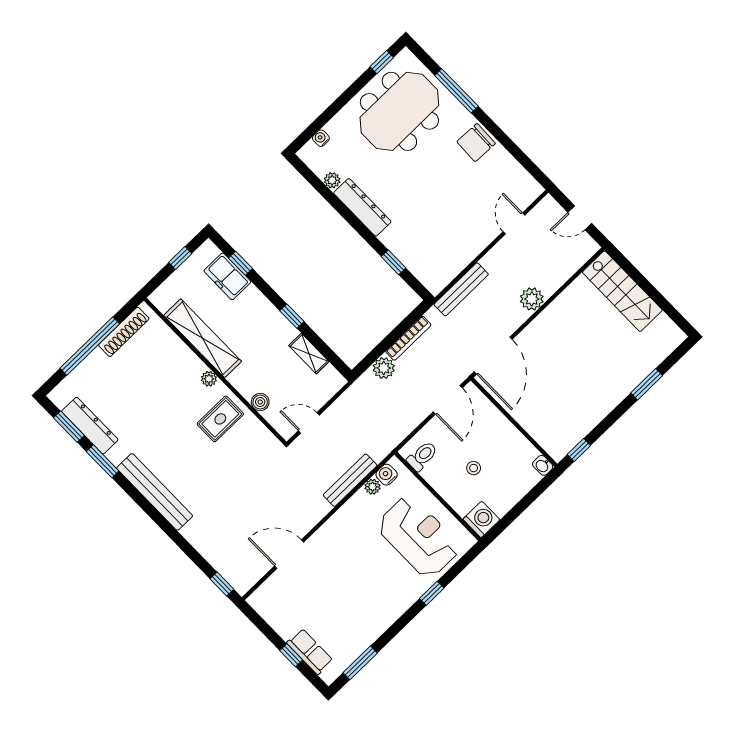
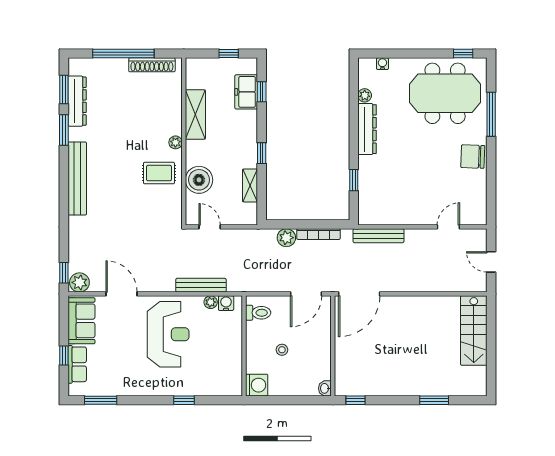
plant: (532, 299) -> (79, 282), moved
shelving: (203, 338) -> (195, 115), width x0.68
boiler: (260, 402) -> (199, 180), width x1.86, depth x1.86
reception desk: (418, 537) -> (168, 334), moved
sofa: (277, 611) -> (81, 321), added

